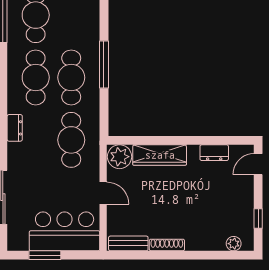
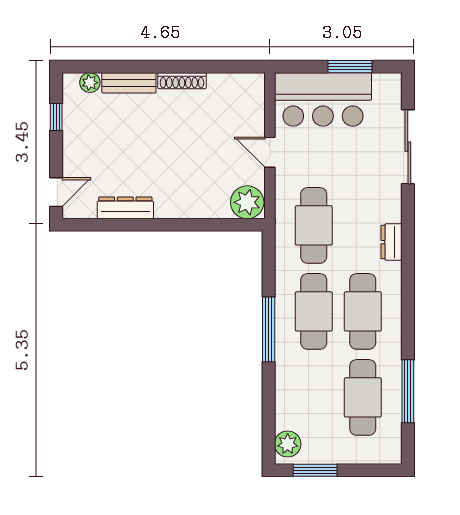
dresser: (214, 153) -> (125, 208), width x1.44
wardrobe: (160, 155) -> (192, 205), removed
bench: (128, 243) -> (129, 83), moved

